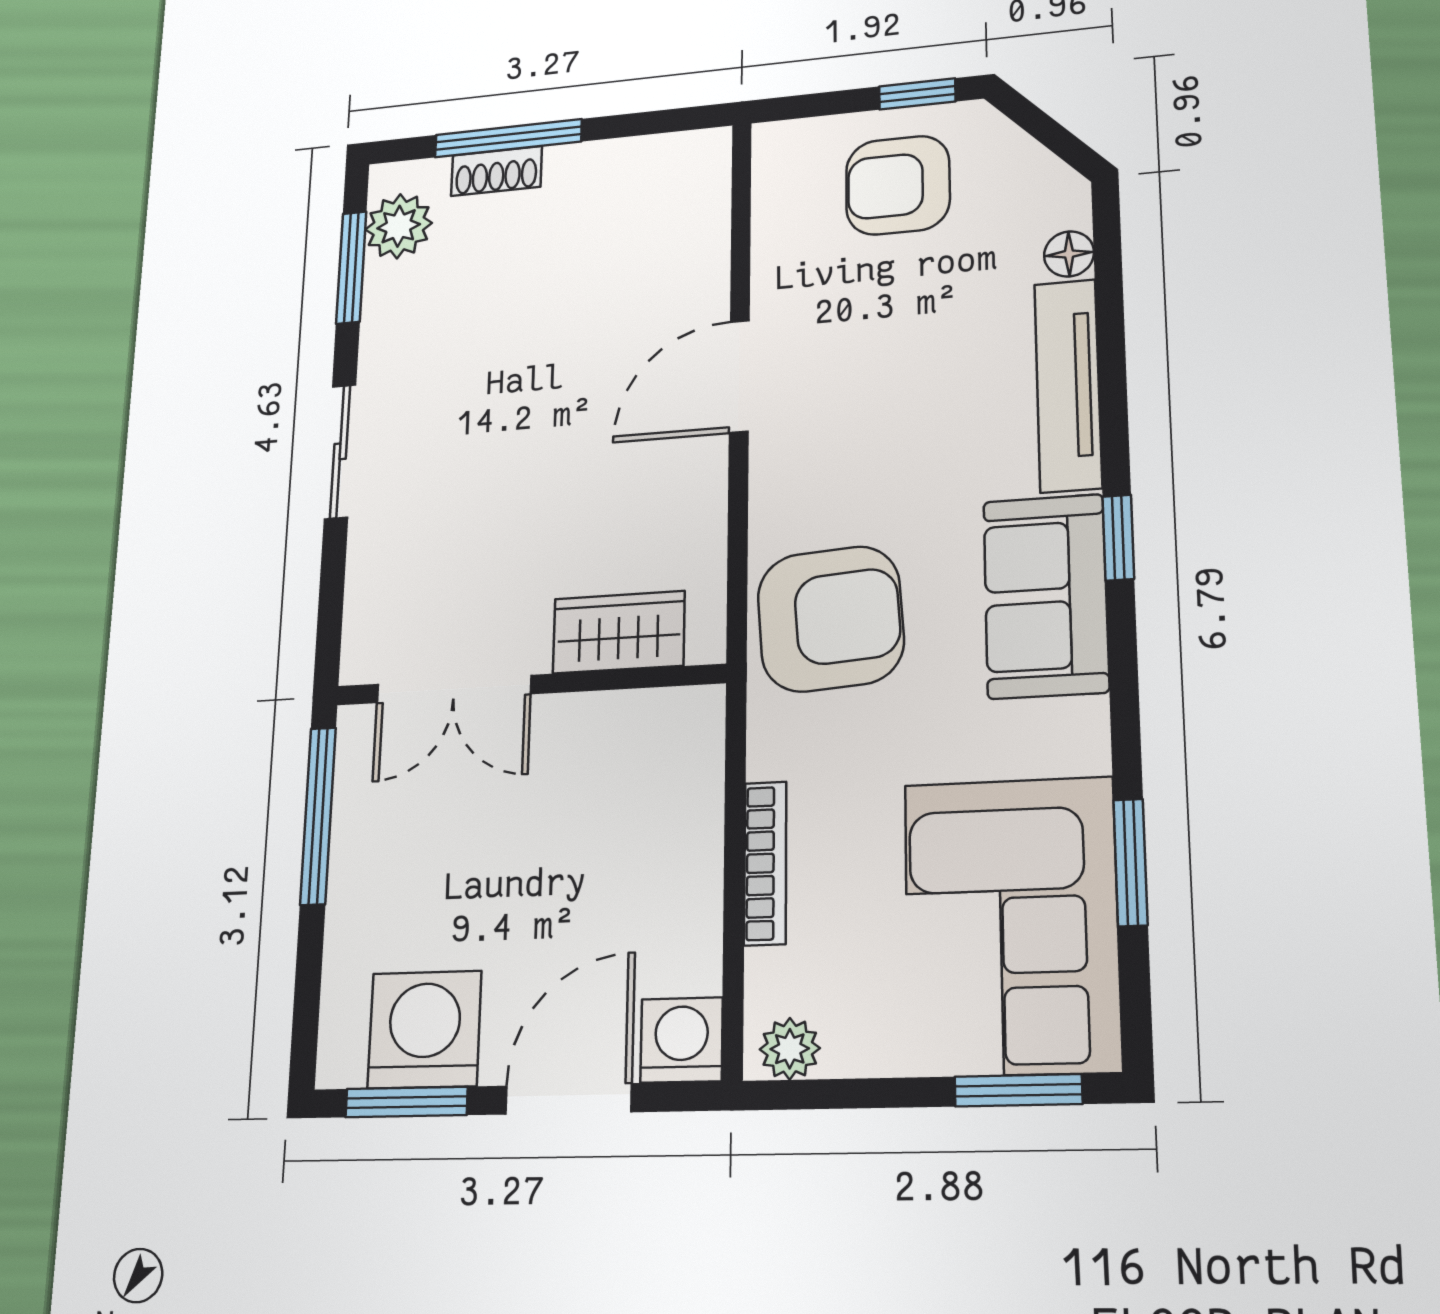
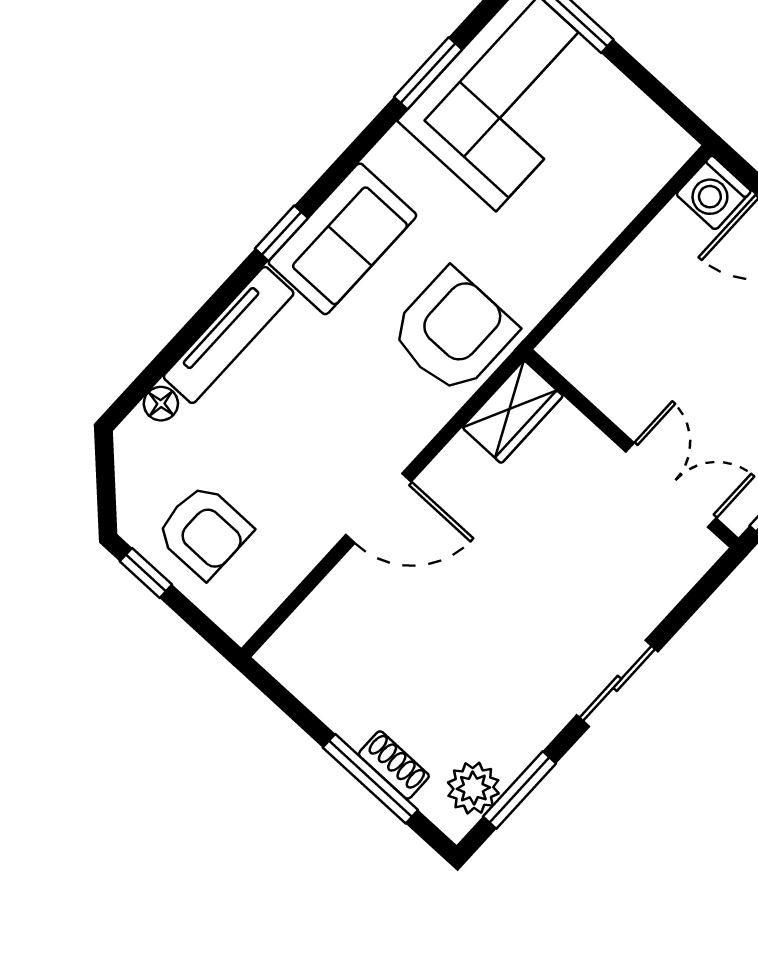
armchair: (830, 619) -> (453, 331), turned 94
wardrobe: (619, 632) -> (513, 412), moved, turned -90
bookcase: (765, 863) -> (596, 240), removed
plant: (790, 1049) -> (666, 139), removed

